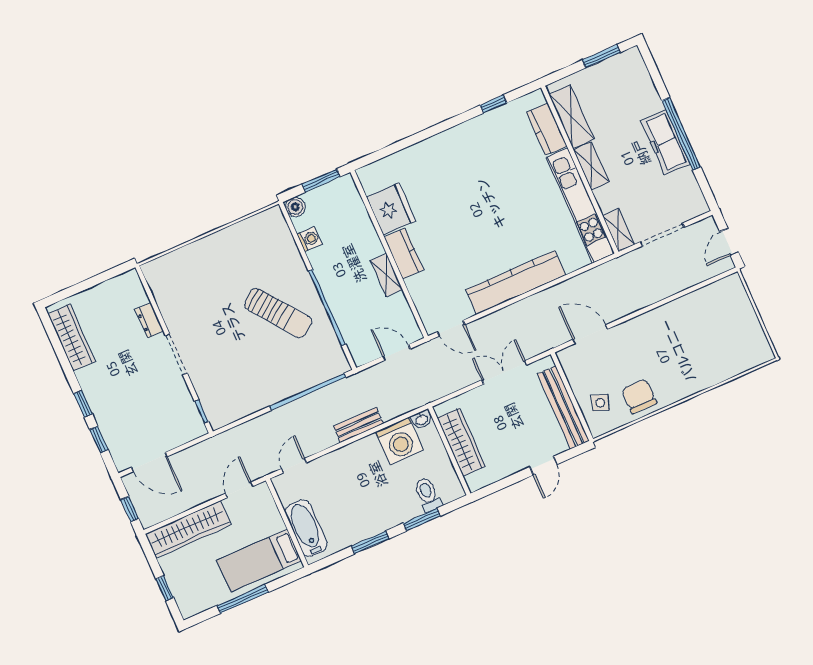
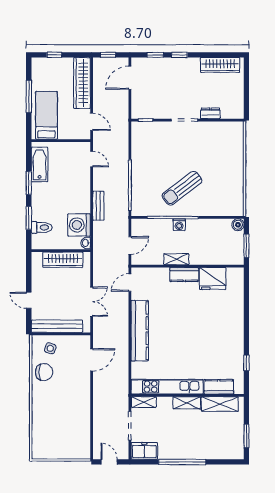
freezer: (665, 142) -> (144, 451), moved, width x0.71
washing machine: (310, 239) -> (179, 225), moved
bathtub: (306, 528) -> (40, 164), moved, turned -90

